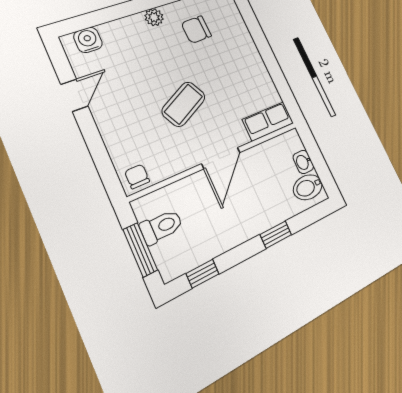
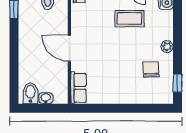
coffee table: (184, 104) -> (130, 19), moved, turned -63
window: (276, 235) -> (14, 60), removed

